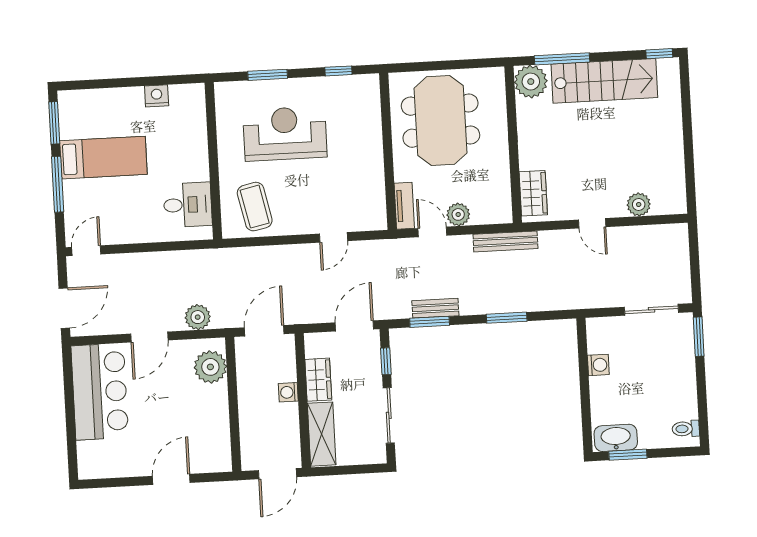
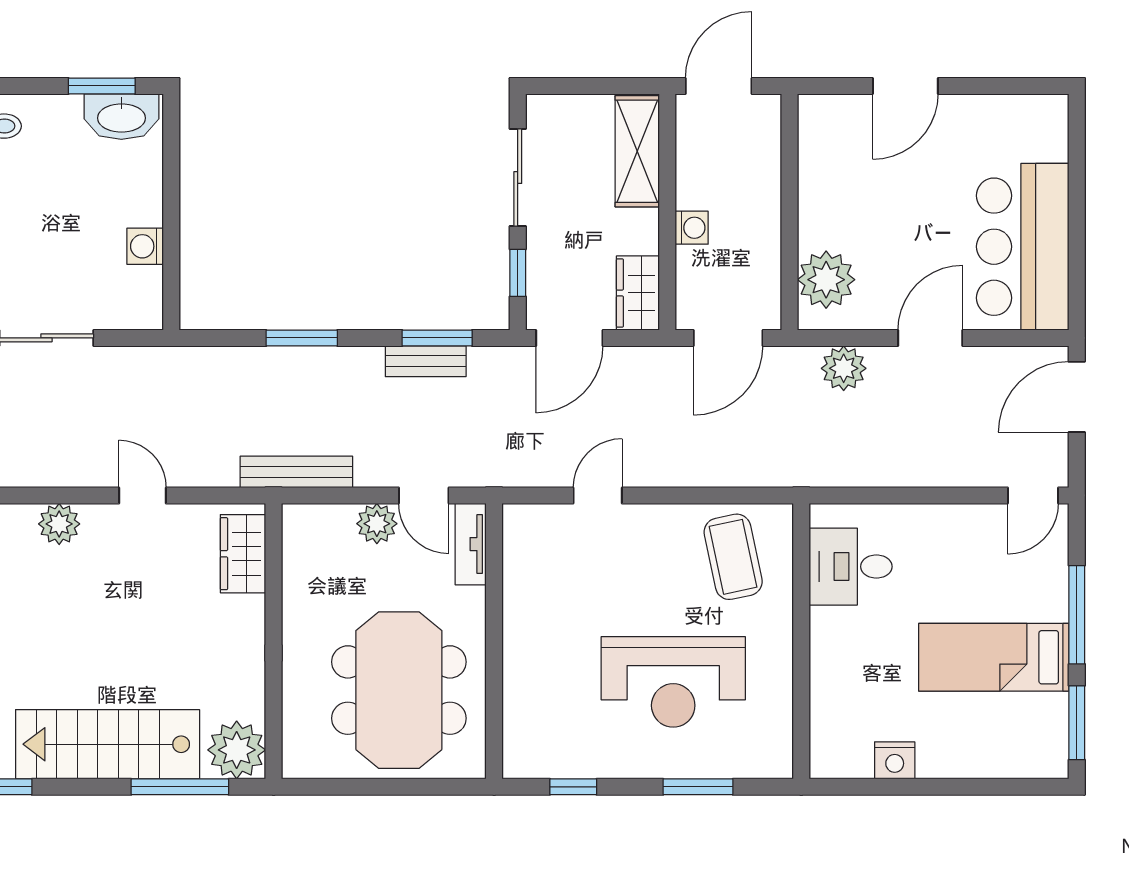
wardrobe: (318, 380) -> (638, 293), moved

